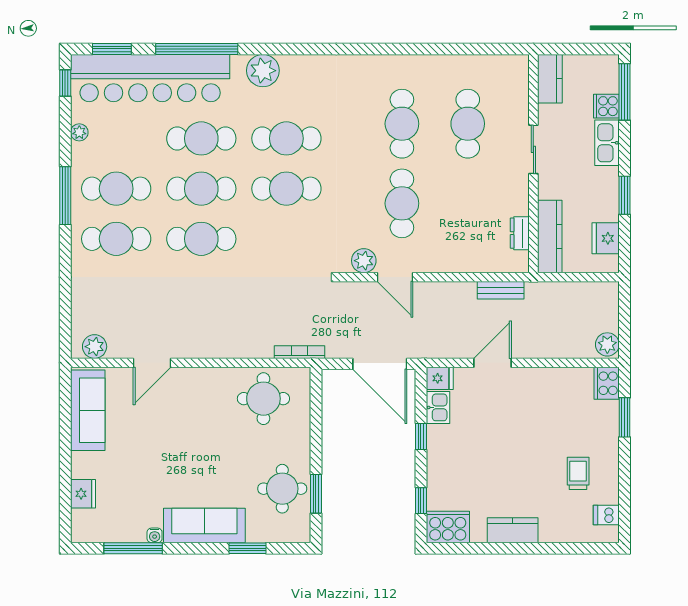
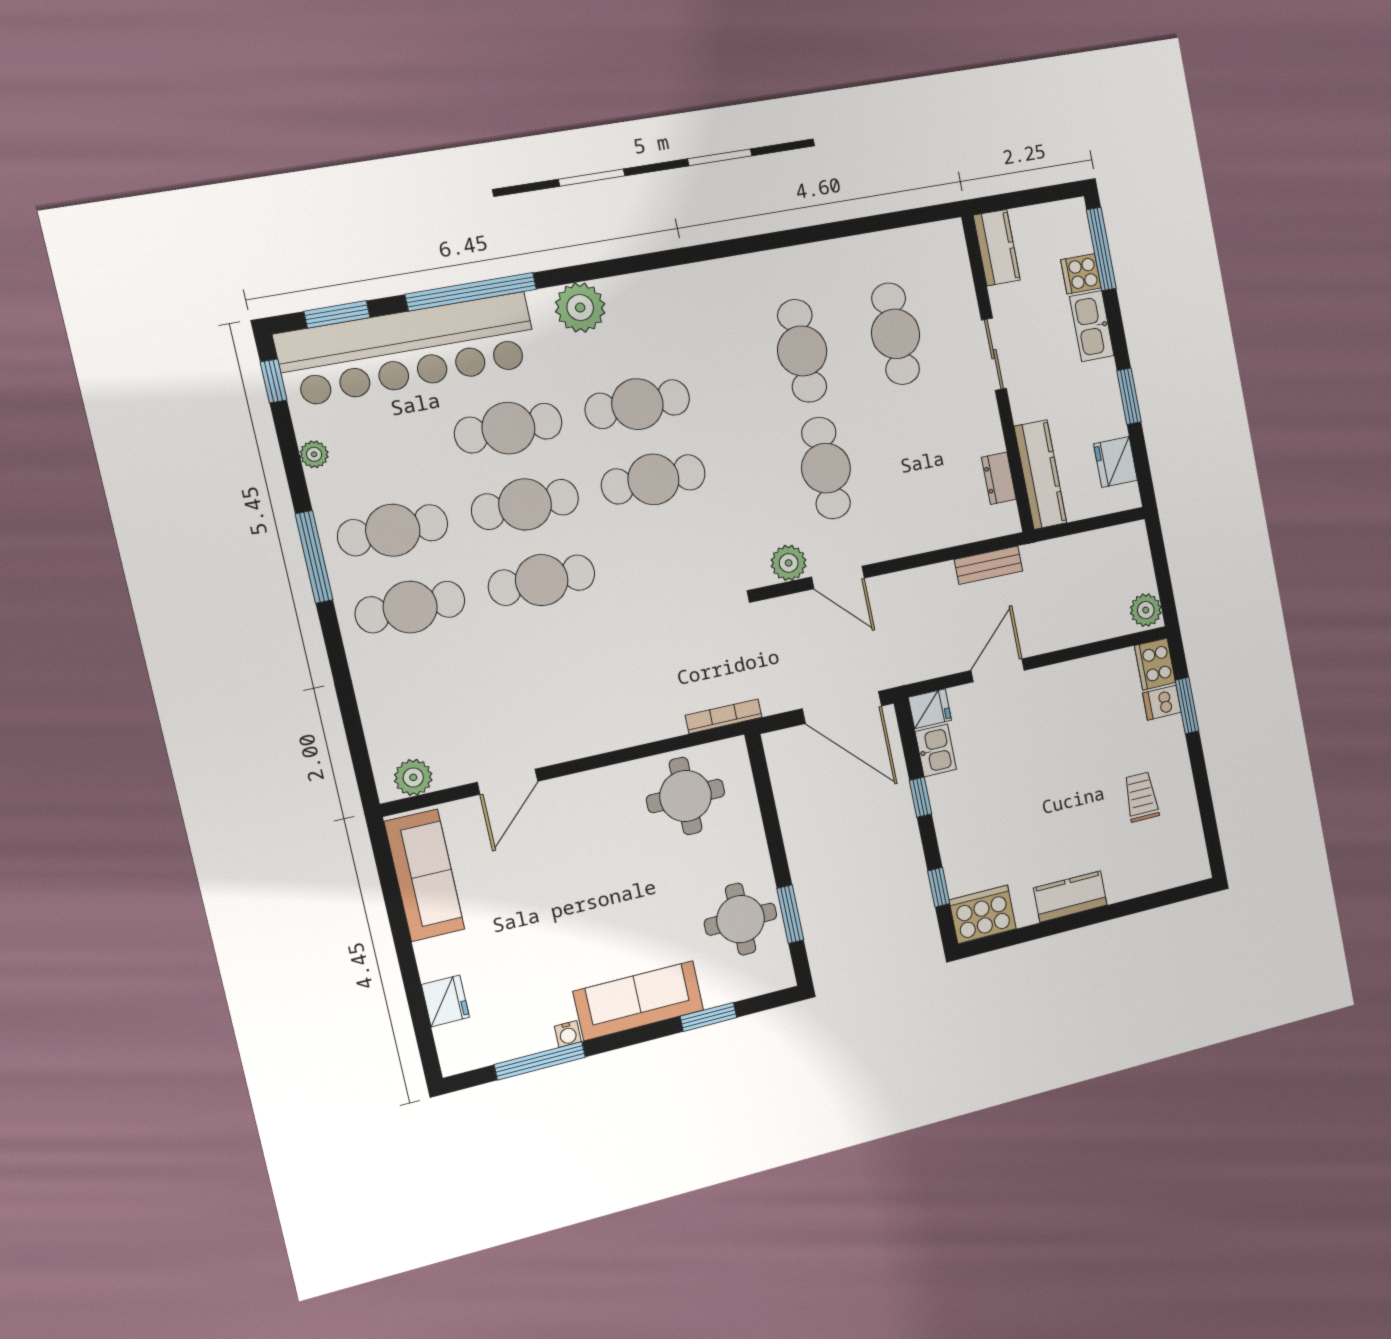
dishwasher: (606, 515) -> (1162, 703), moved

